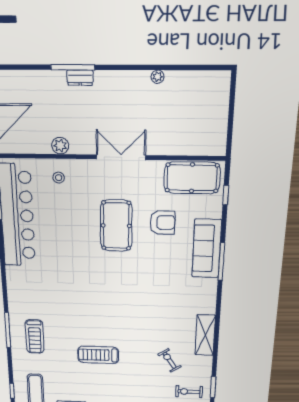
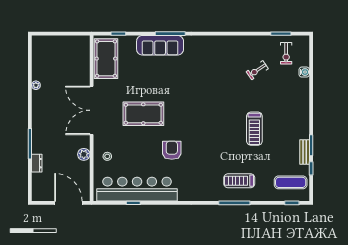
dresser: (80, 78) -> (37, 163), moved
double door: (121, 157) -> (92, 110), width x1.36
armchair: (162, 223) -> (172, 150), moved
shelving: (205, 335) -> (233, 43), removed
treadmill: (35, 336) -> (239, 181), turned 180

